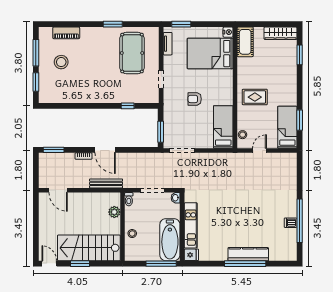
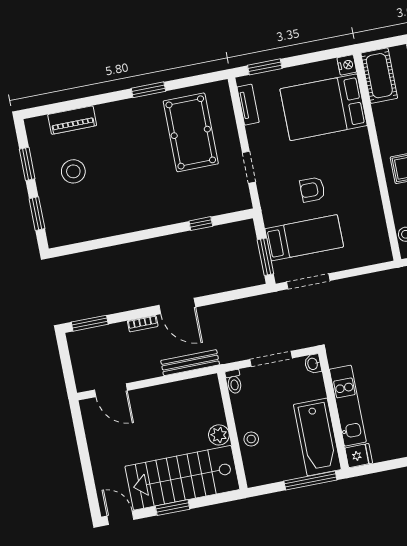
window: (36, 53) -> (27, 164), width x0.69
bed: (223, 127) -> (304, 238), moved, turned 90
plant: (114, 212) -> (219, 435), moved

